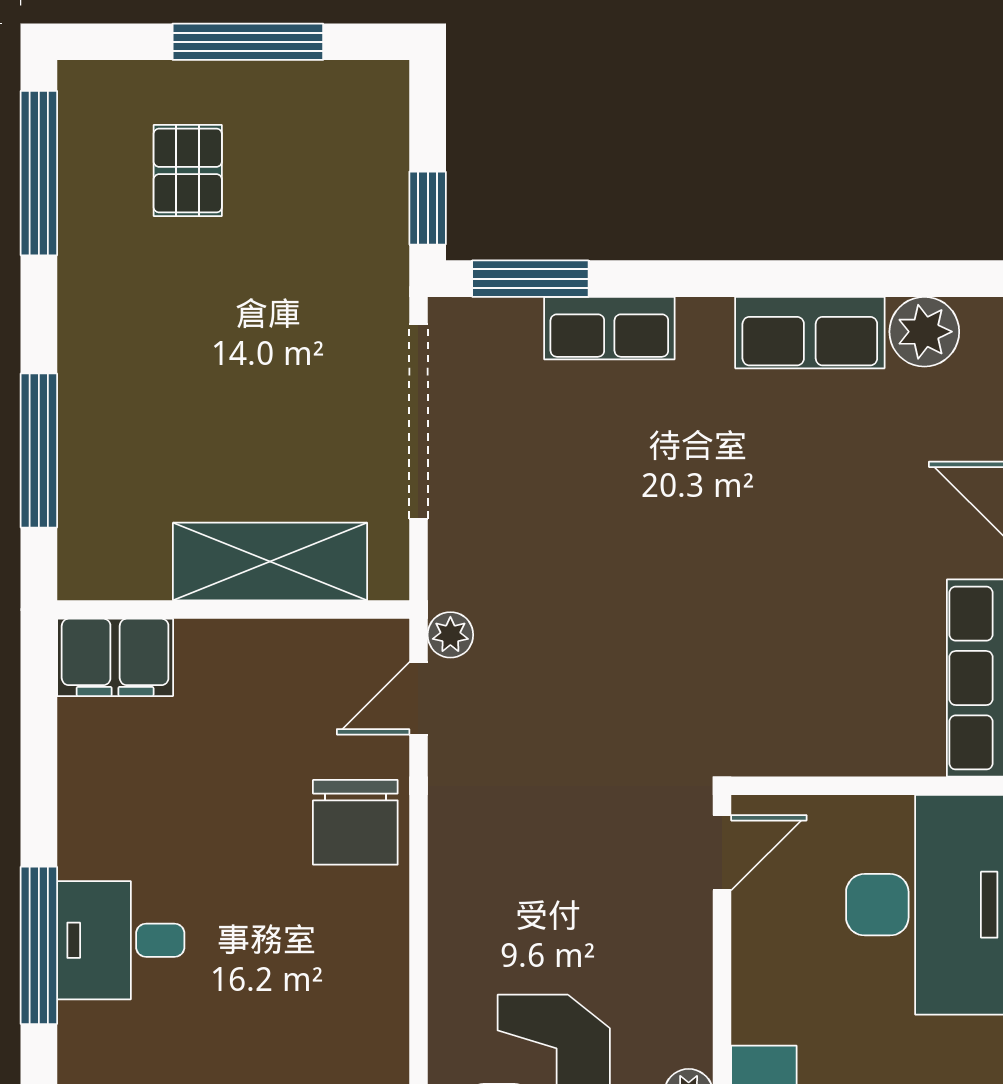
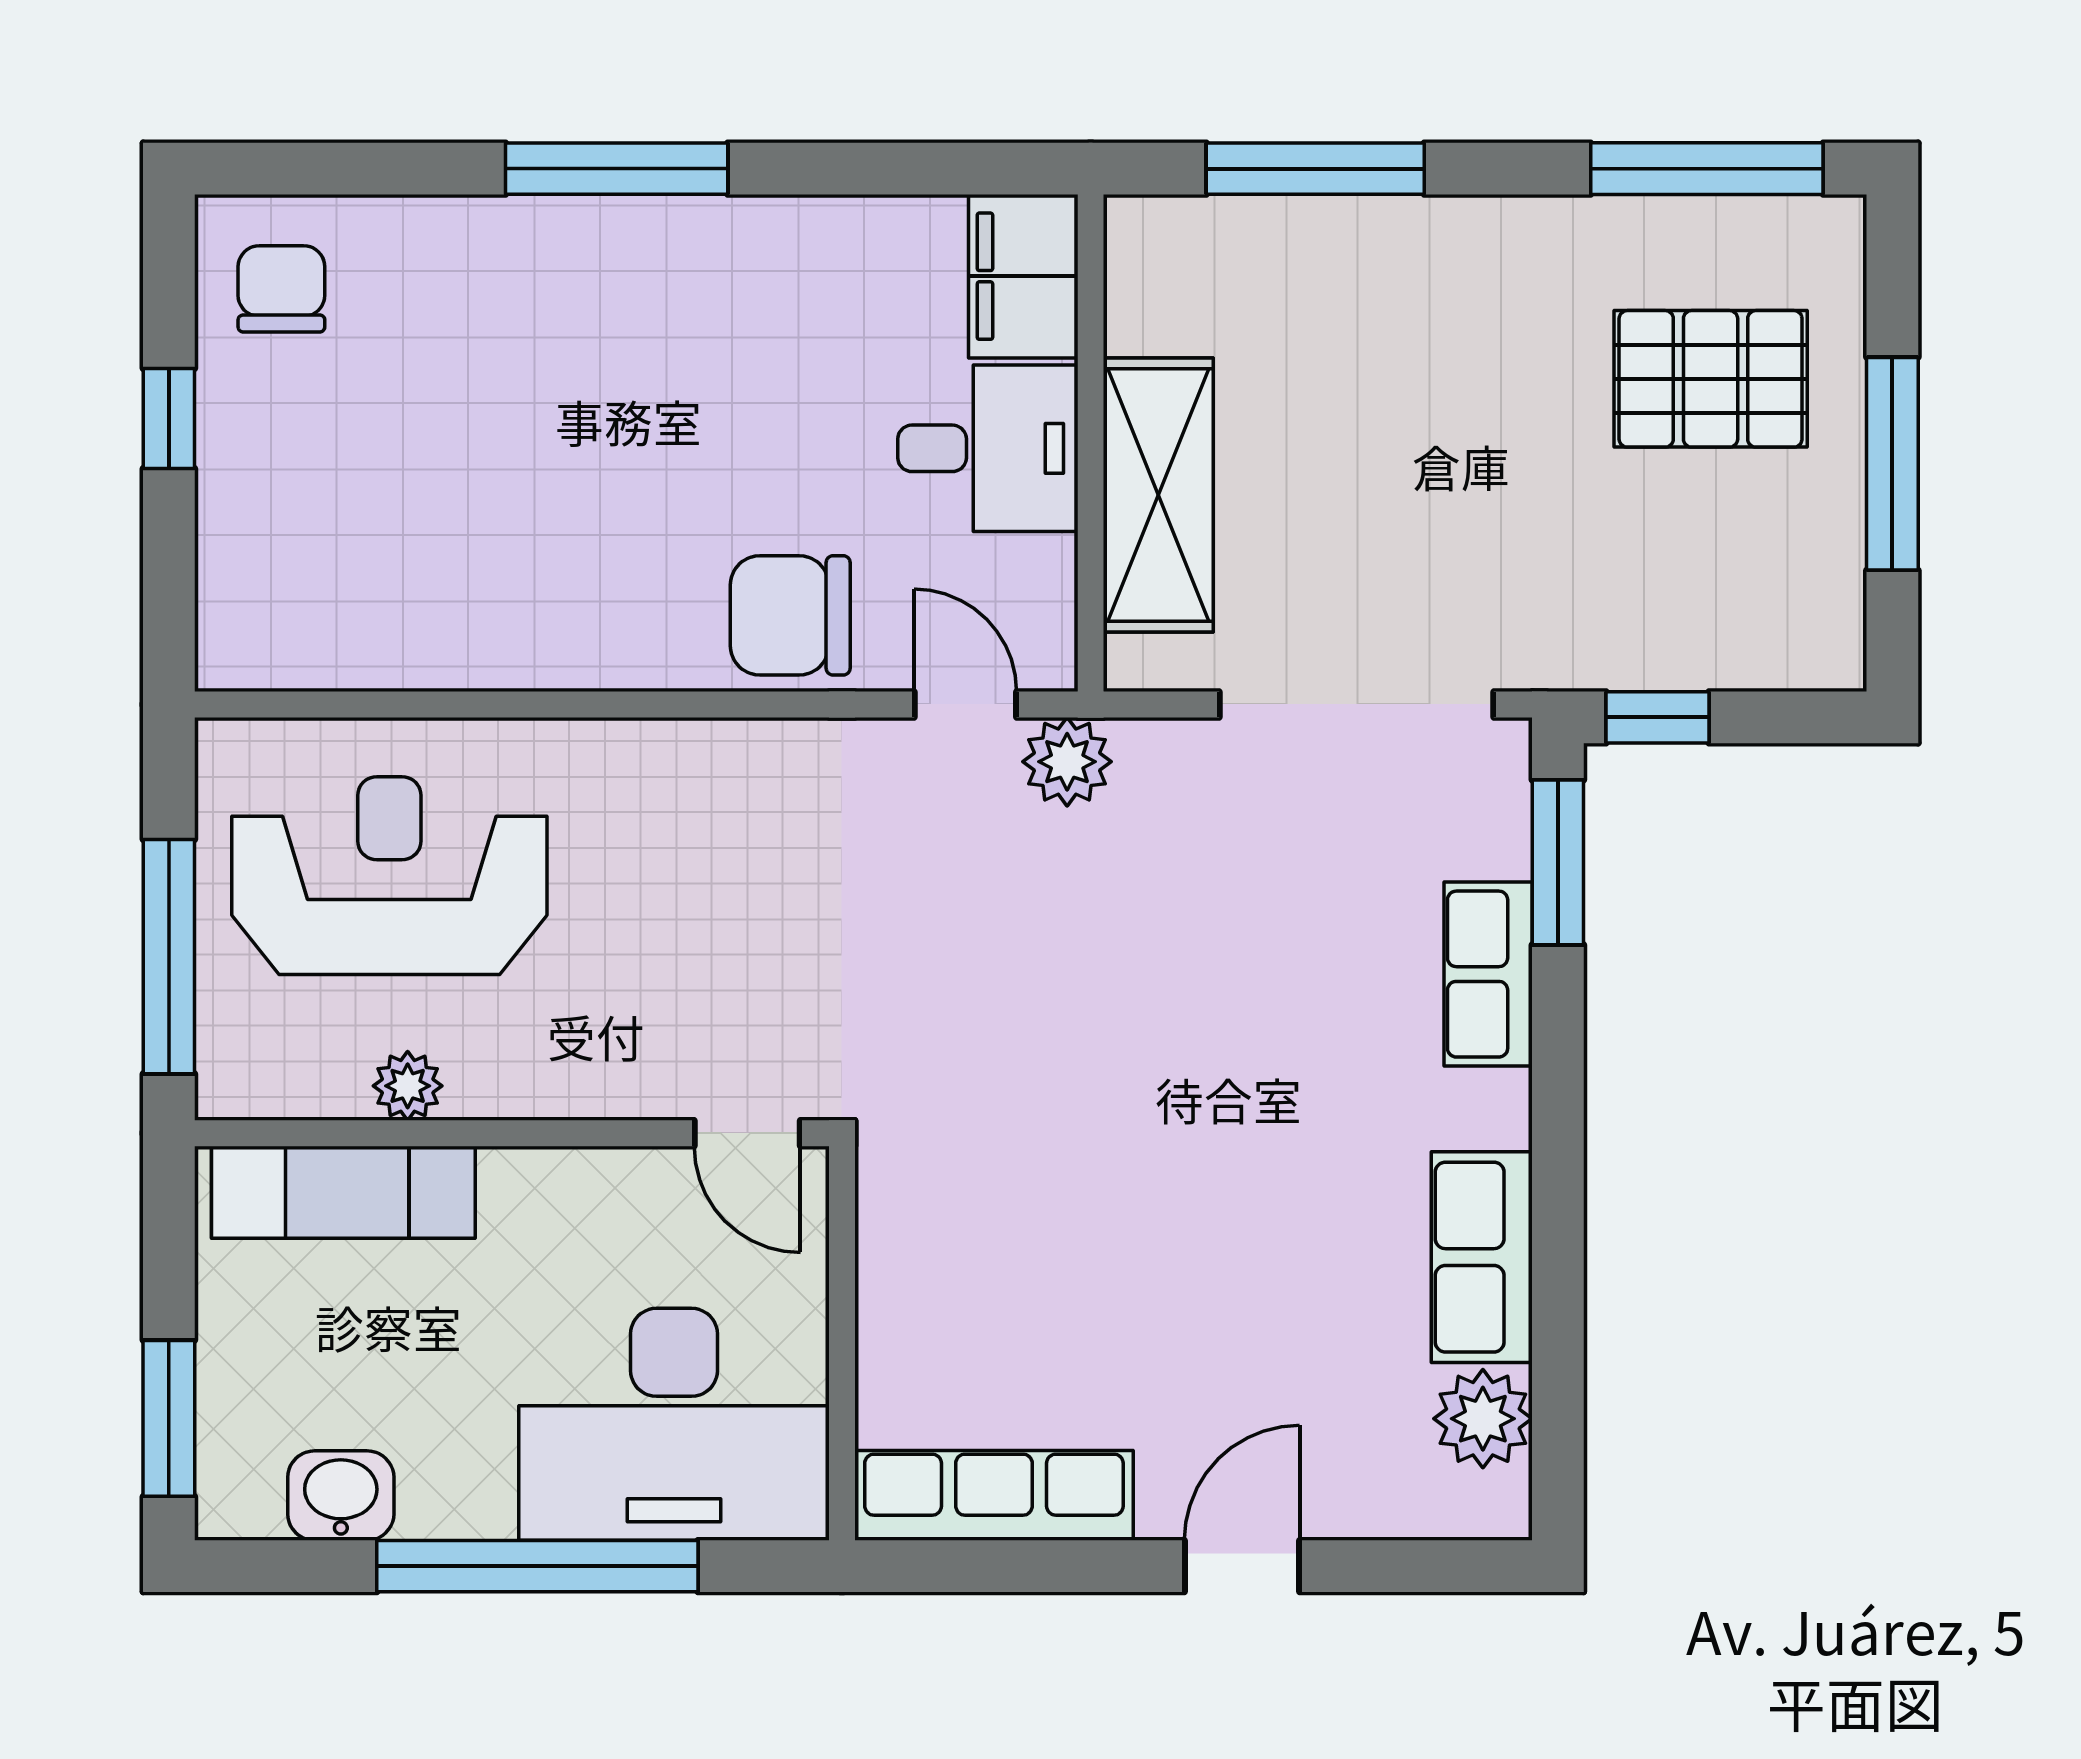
pallet: (188, 171) -> (1711, 379), width x1.50, depth x1.42
plant: (450, 635) -> (1067, 762), width x1.38, depth x1.38
desk: (121, 940) -> (988, 448), moved, turned 90

